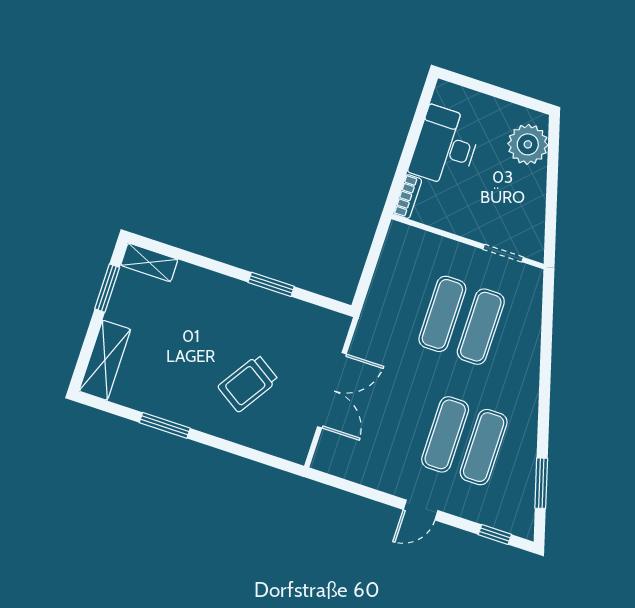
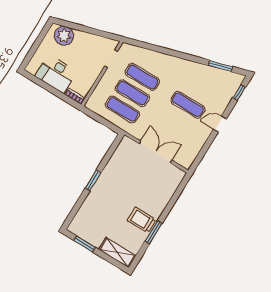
shelving: (149, 262) -> (77, 222), removed
window: (271, 284) -> (93, 180), moved
trolley: (248, 383) -> (142, 220), moved, turned 147
exercise mat: (484, 447) -> (122, 109), moved
door: (421, 510) -> (220, 124), swing flipped

